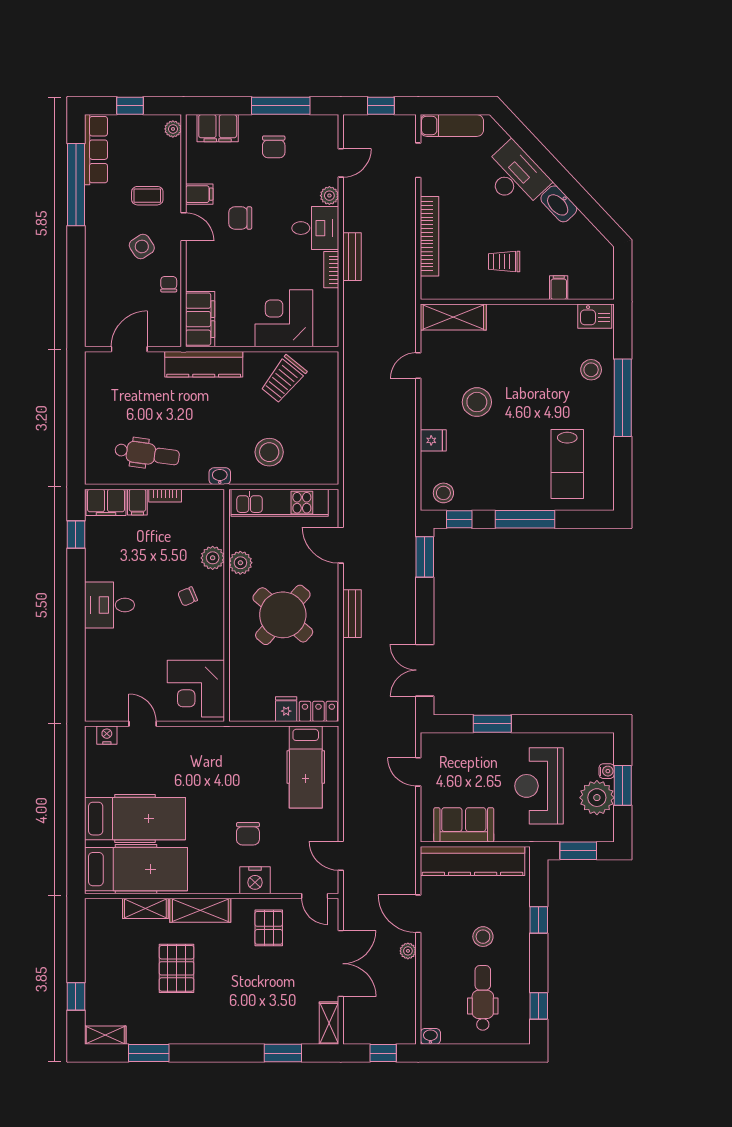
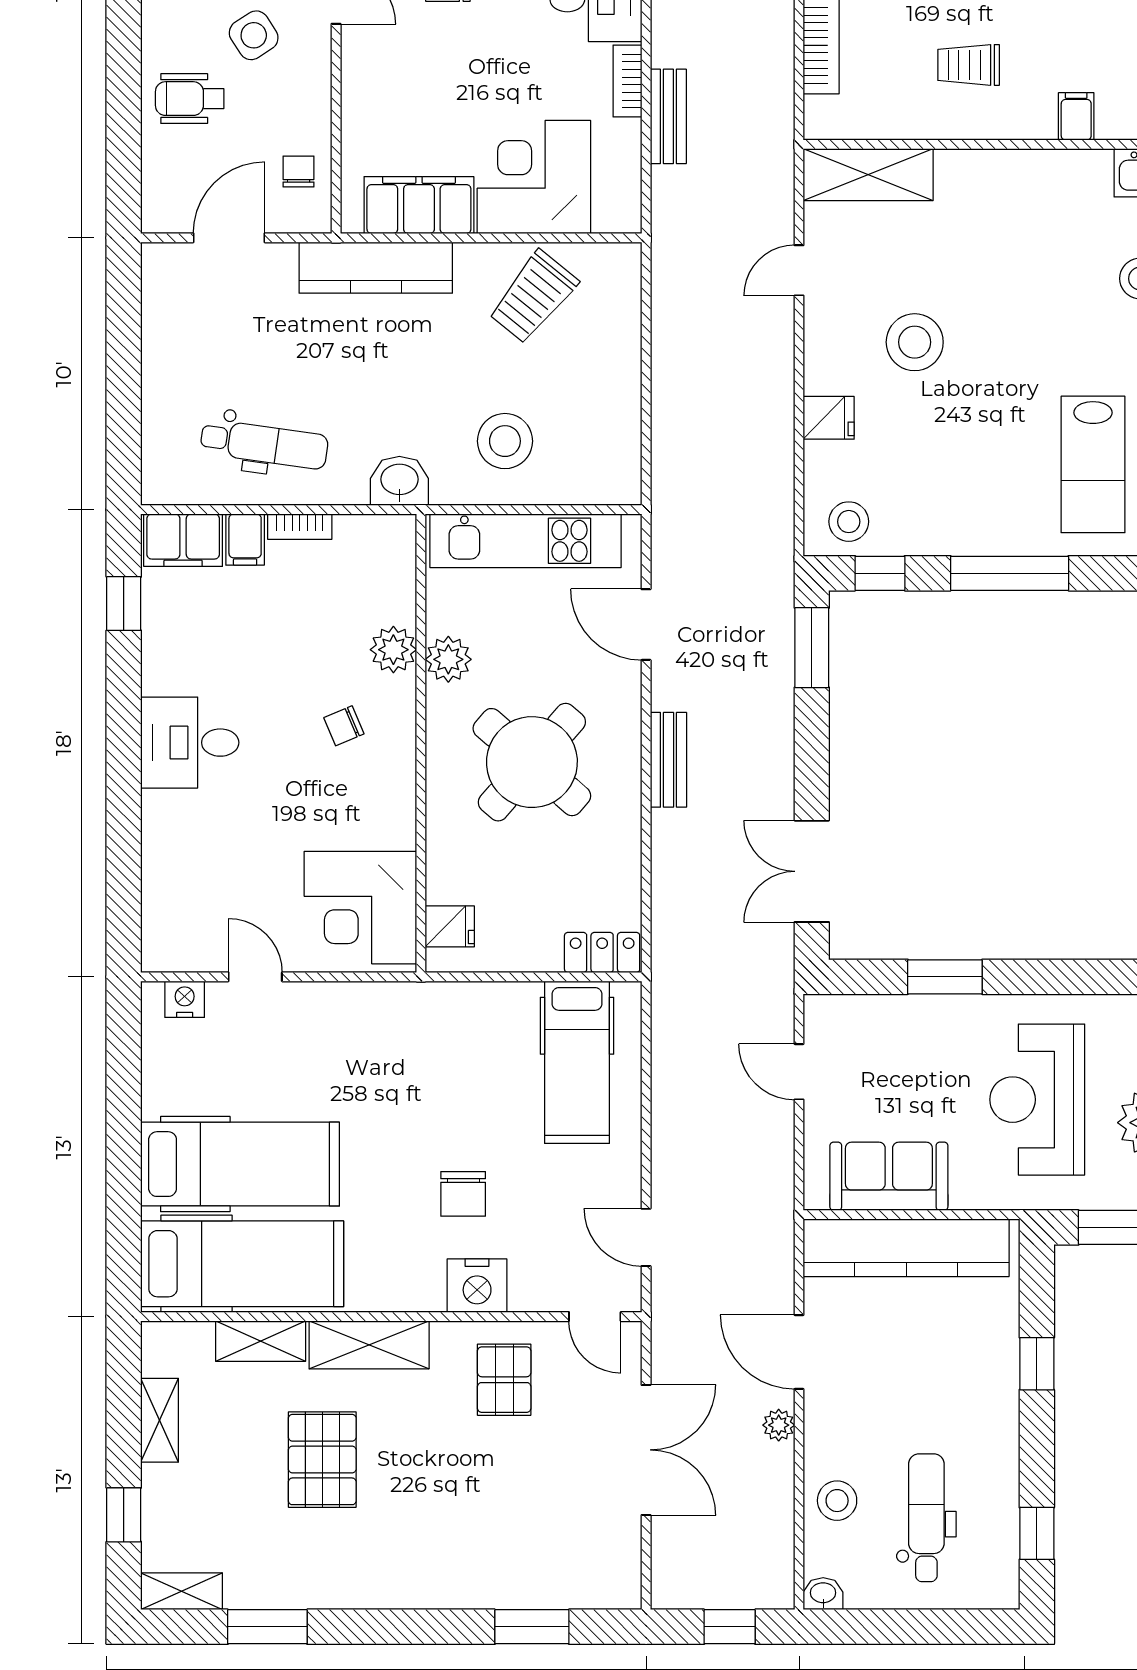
bench: (352, 257) -> (668, 116), moved
wheelchair: (109, 279) -> (190, 99), added
chair: (169, 284) -> (299, 172), moved
filing cabinet: (200, 319) -> (419, 205), moved, turned -90
washbasin: (220, 476) -> (399, 481), width x1.38, depth x1.45
fridge: (286, 709) -> (450, 926), moved, turned 90
stool: (483, 937) -> (837, 1501), moved
shelving: (329, 1023) -> (160, 1420), moved

